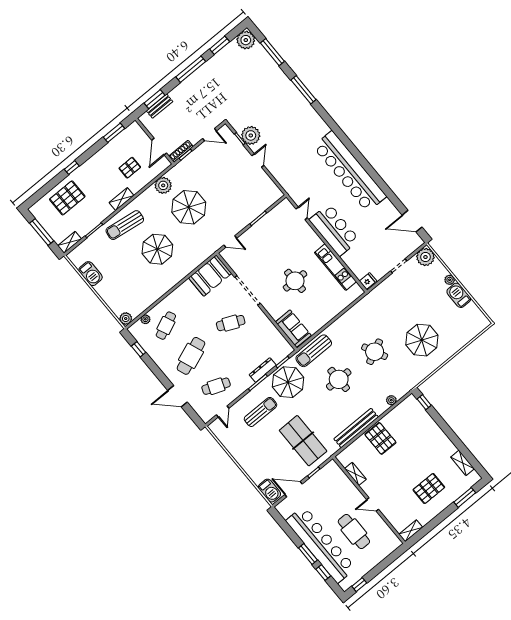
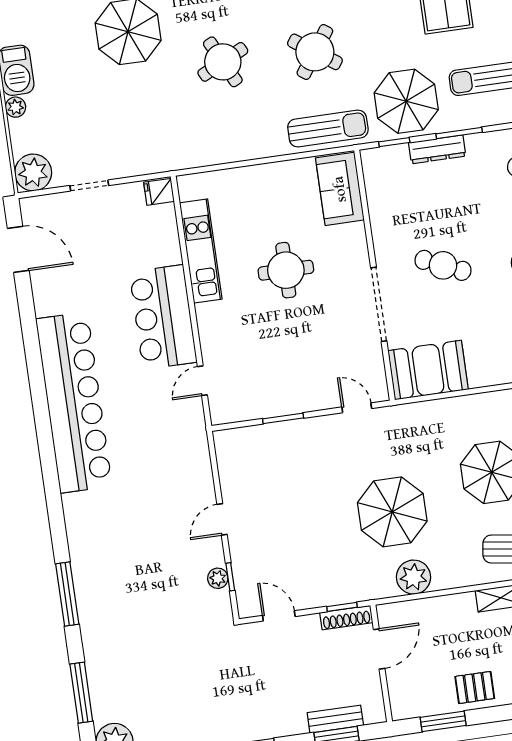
plant: (251, 135) -> (218, 578), width x0.53, depth x0.53
pallet: (130, 168) -> (475, 687), moved
round table: (339, 379) -> (315, 52), turned 35

